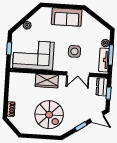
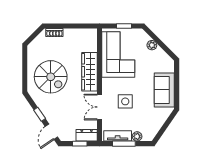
wardrobe: (47, 81) -> (89, 72), width x1.50
spiral stairs: (49, 115) -> (51, 77), turned -90

